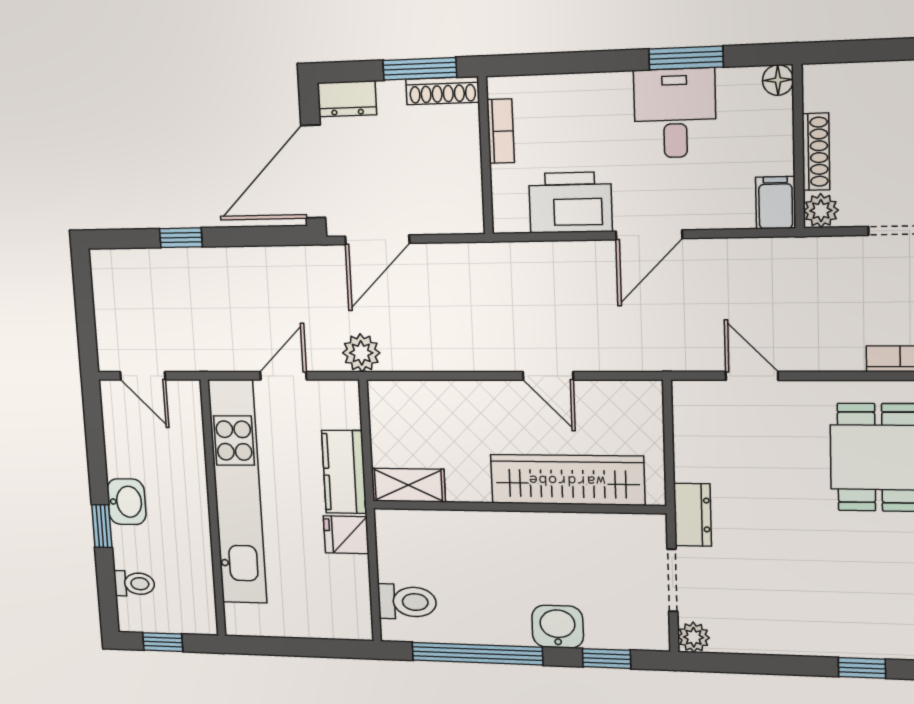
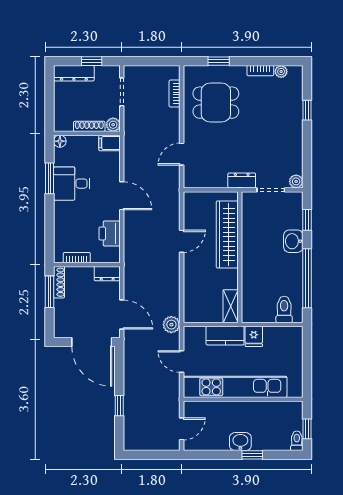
dresser: (347, 99) -> (107, 274), moved, turned 90
printer: (570, 203) -> (110, 234), width x0.73, depth x0.84
toilet: (134, 584) -> (297, 441), moved

